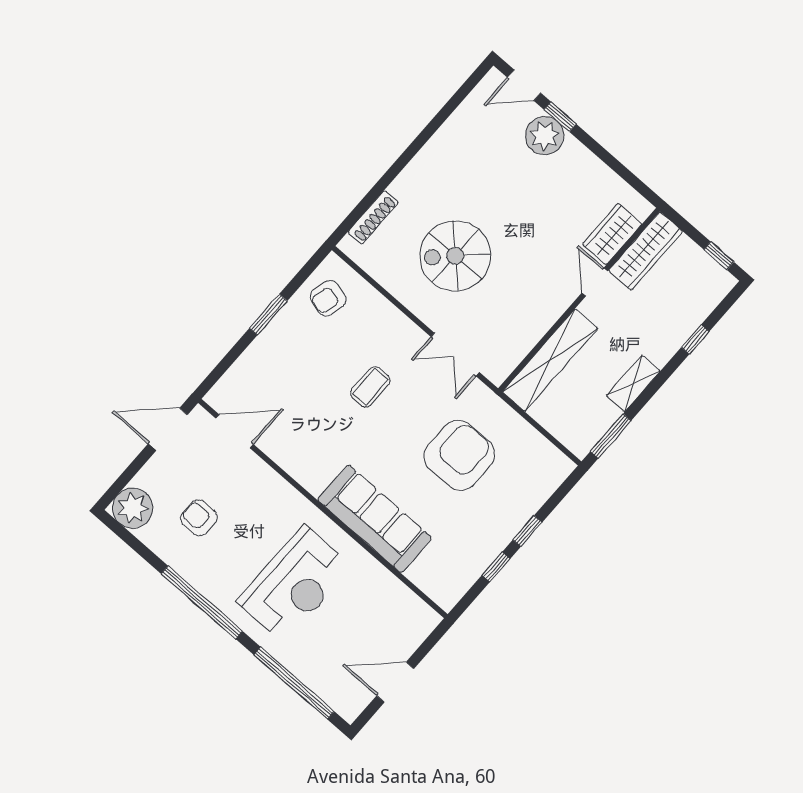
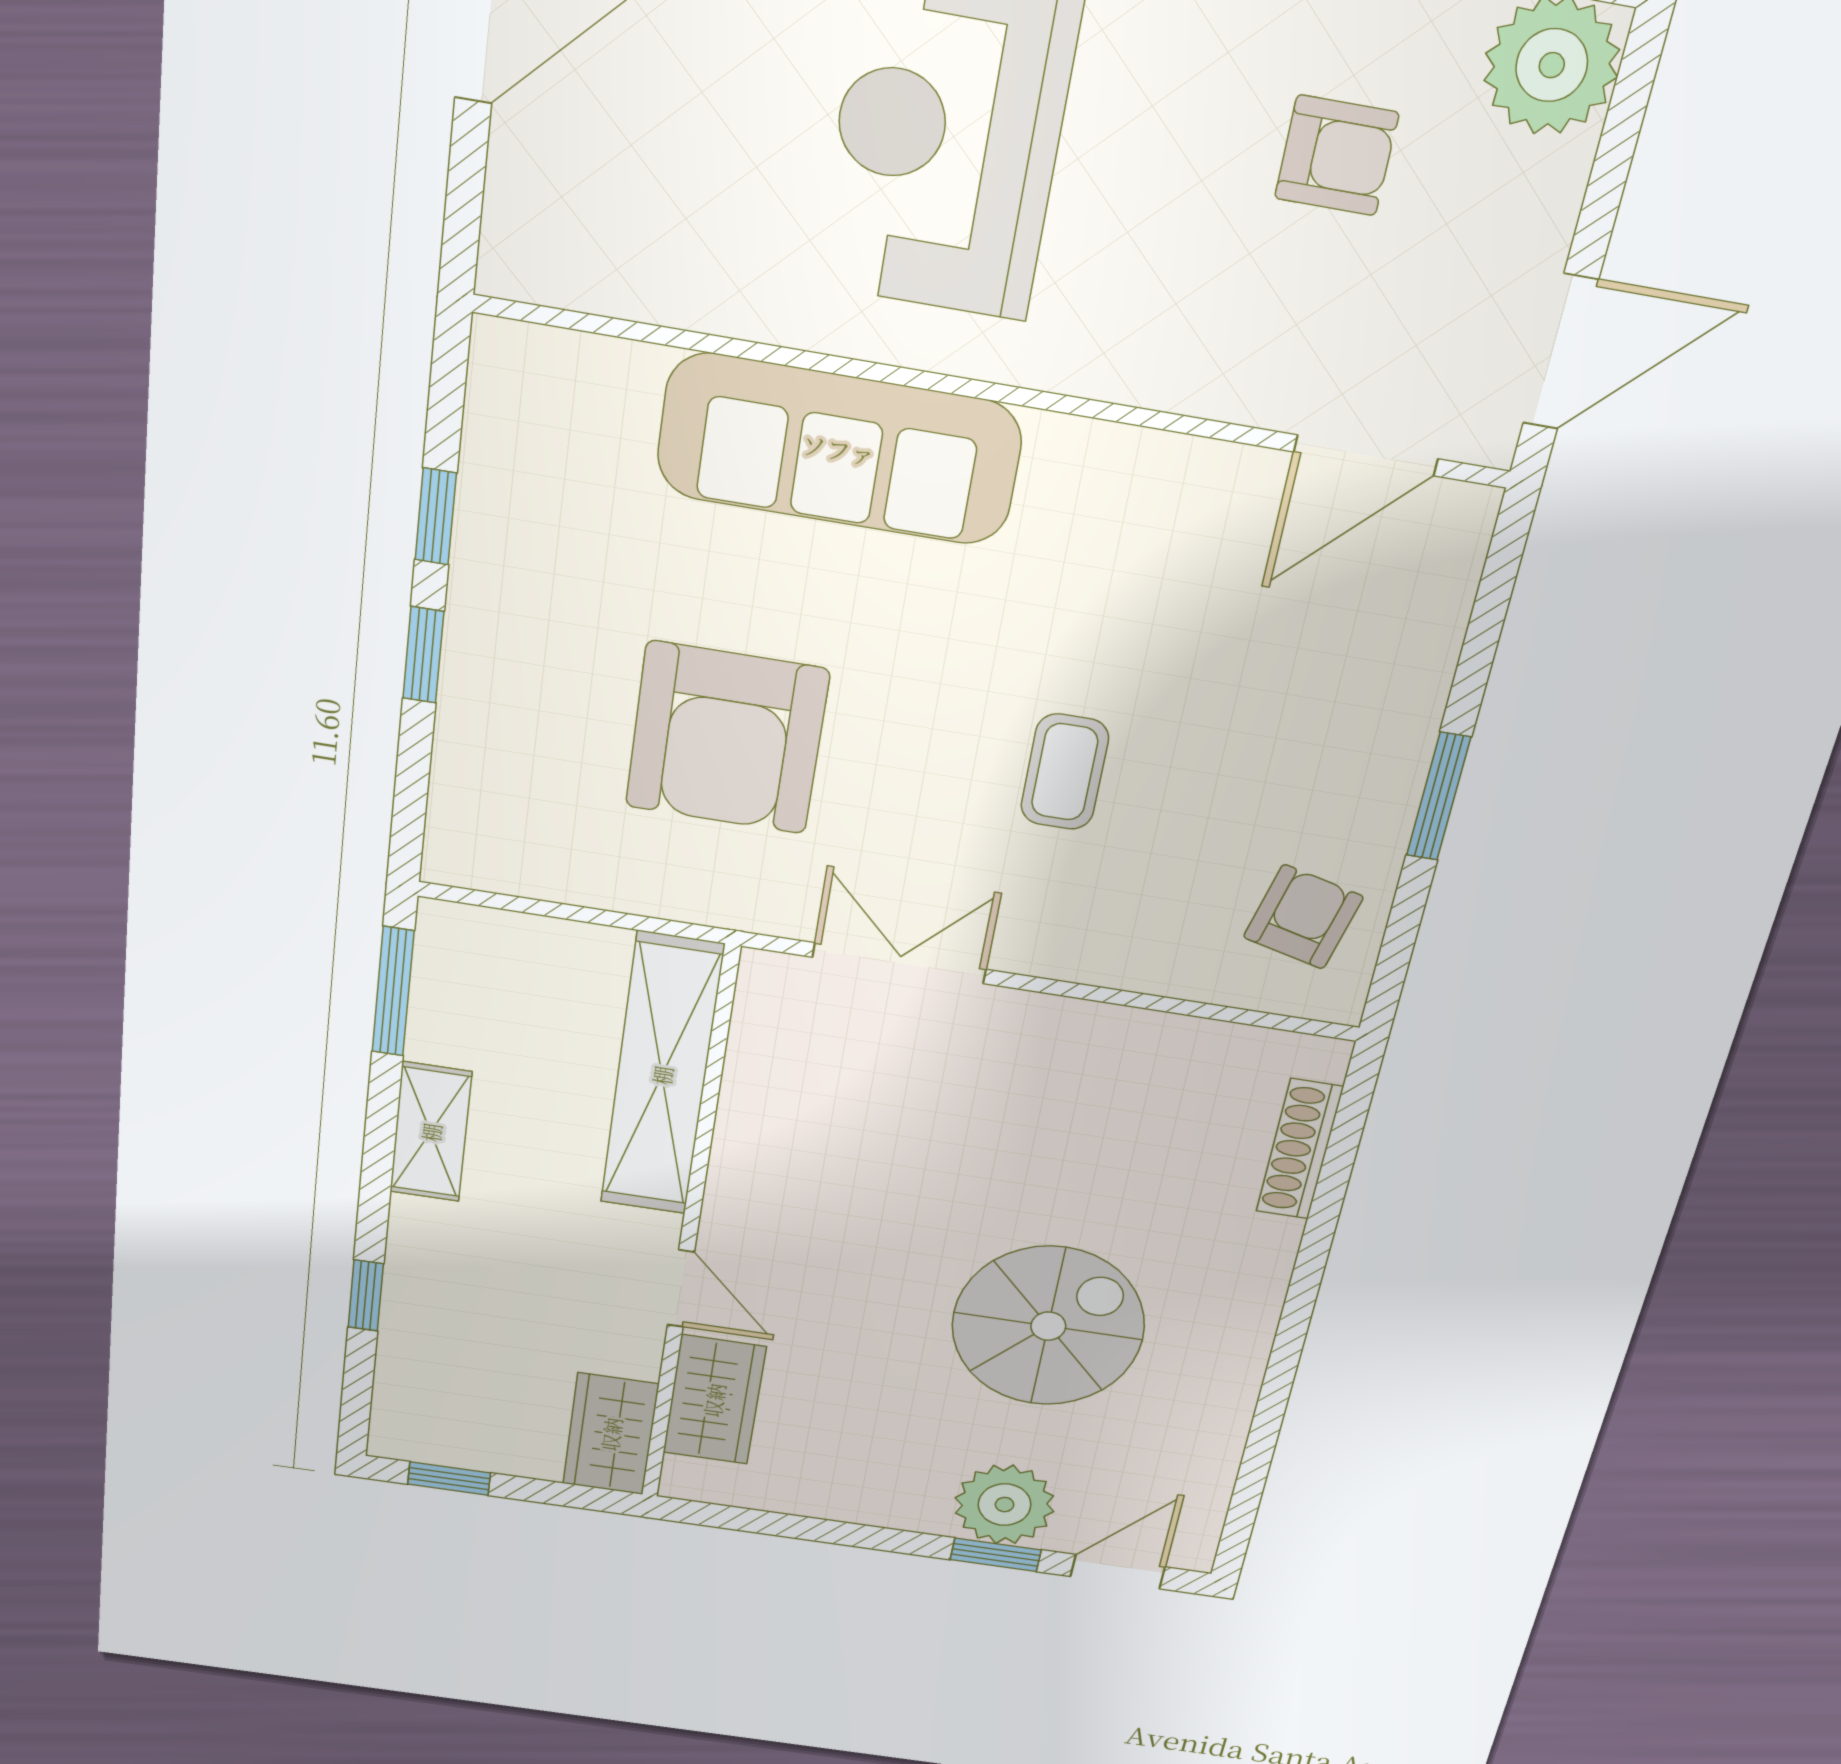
wardrobe: (646, 251) -> (611, 1434), width x0.67
spiral stairs: (455, 256) -> (1048, 1326), moved

